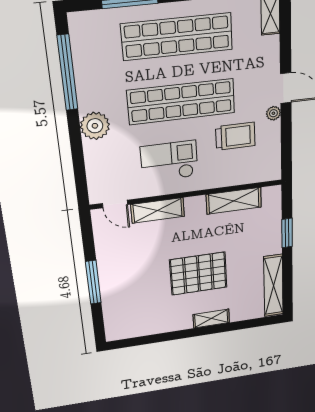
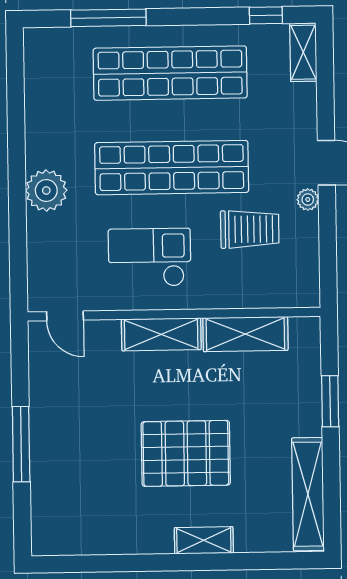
window: (67, 73) -> (16, 110), removed
shelving: (158, 210) -> (161, 334), moved

